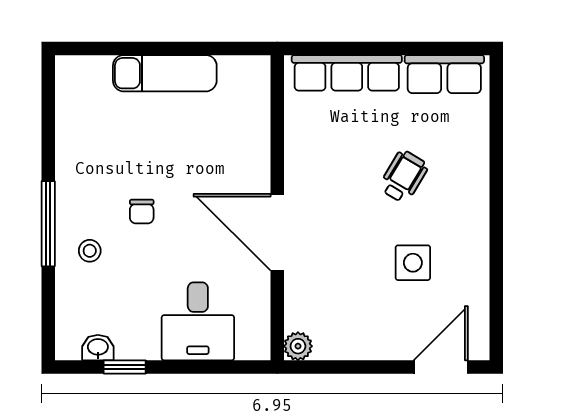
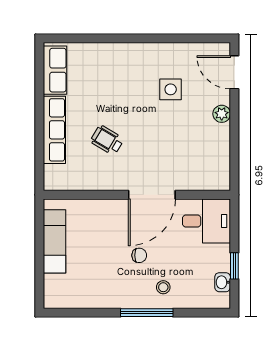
wheelchair: (404, 177) -> (107, 140), moved
wall: (277, 208) -> (137, 195), moved
door: (277, 232) -> (152, 195), moved
plant: (298, 346) -> (222, 114), moved

